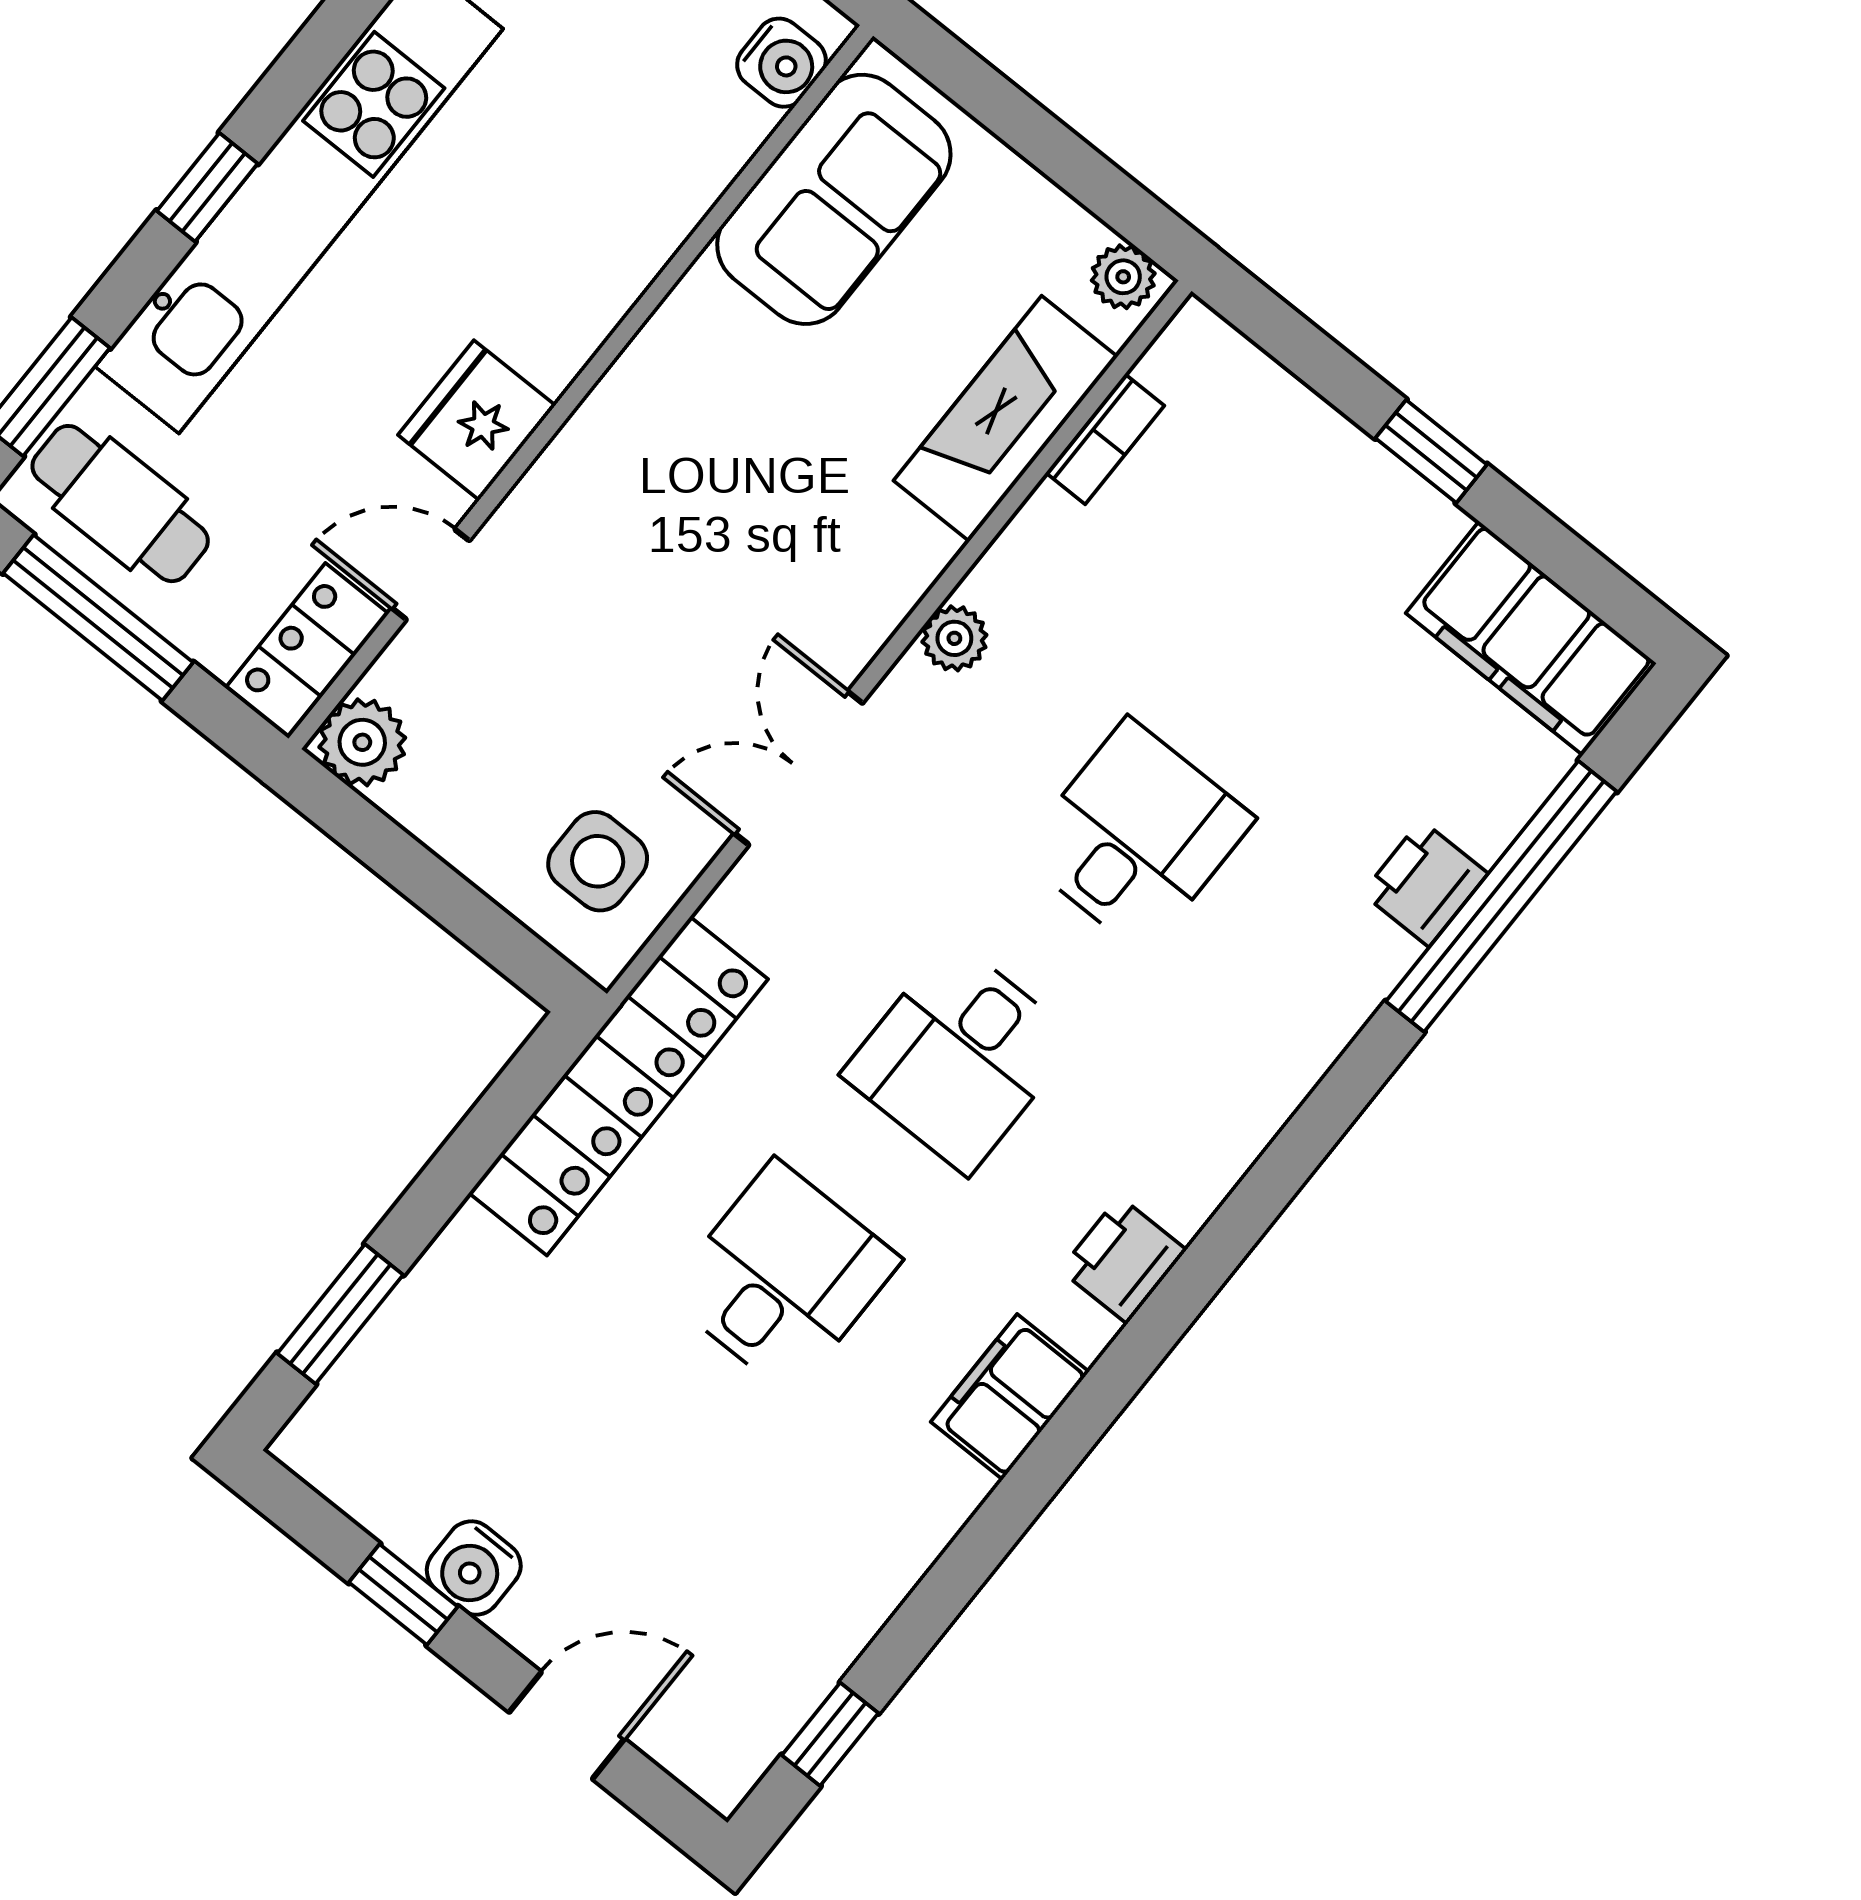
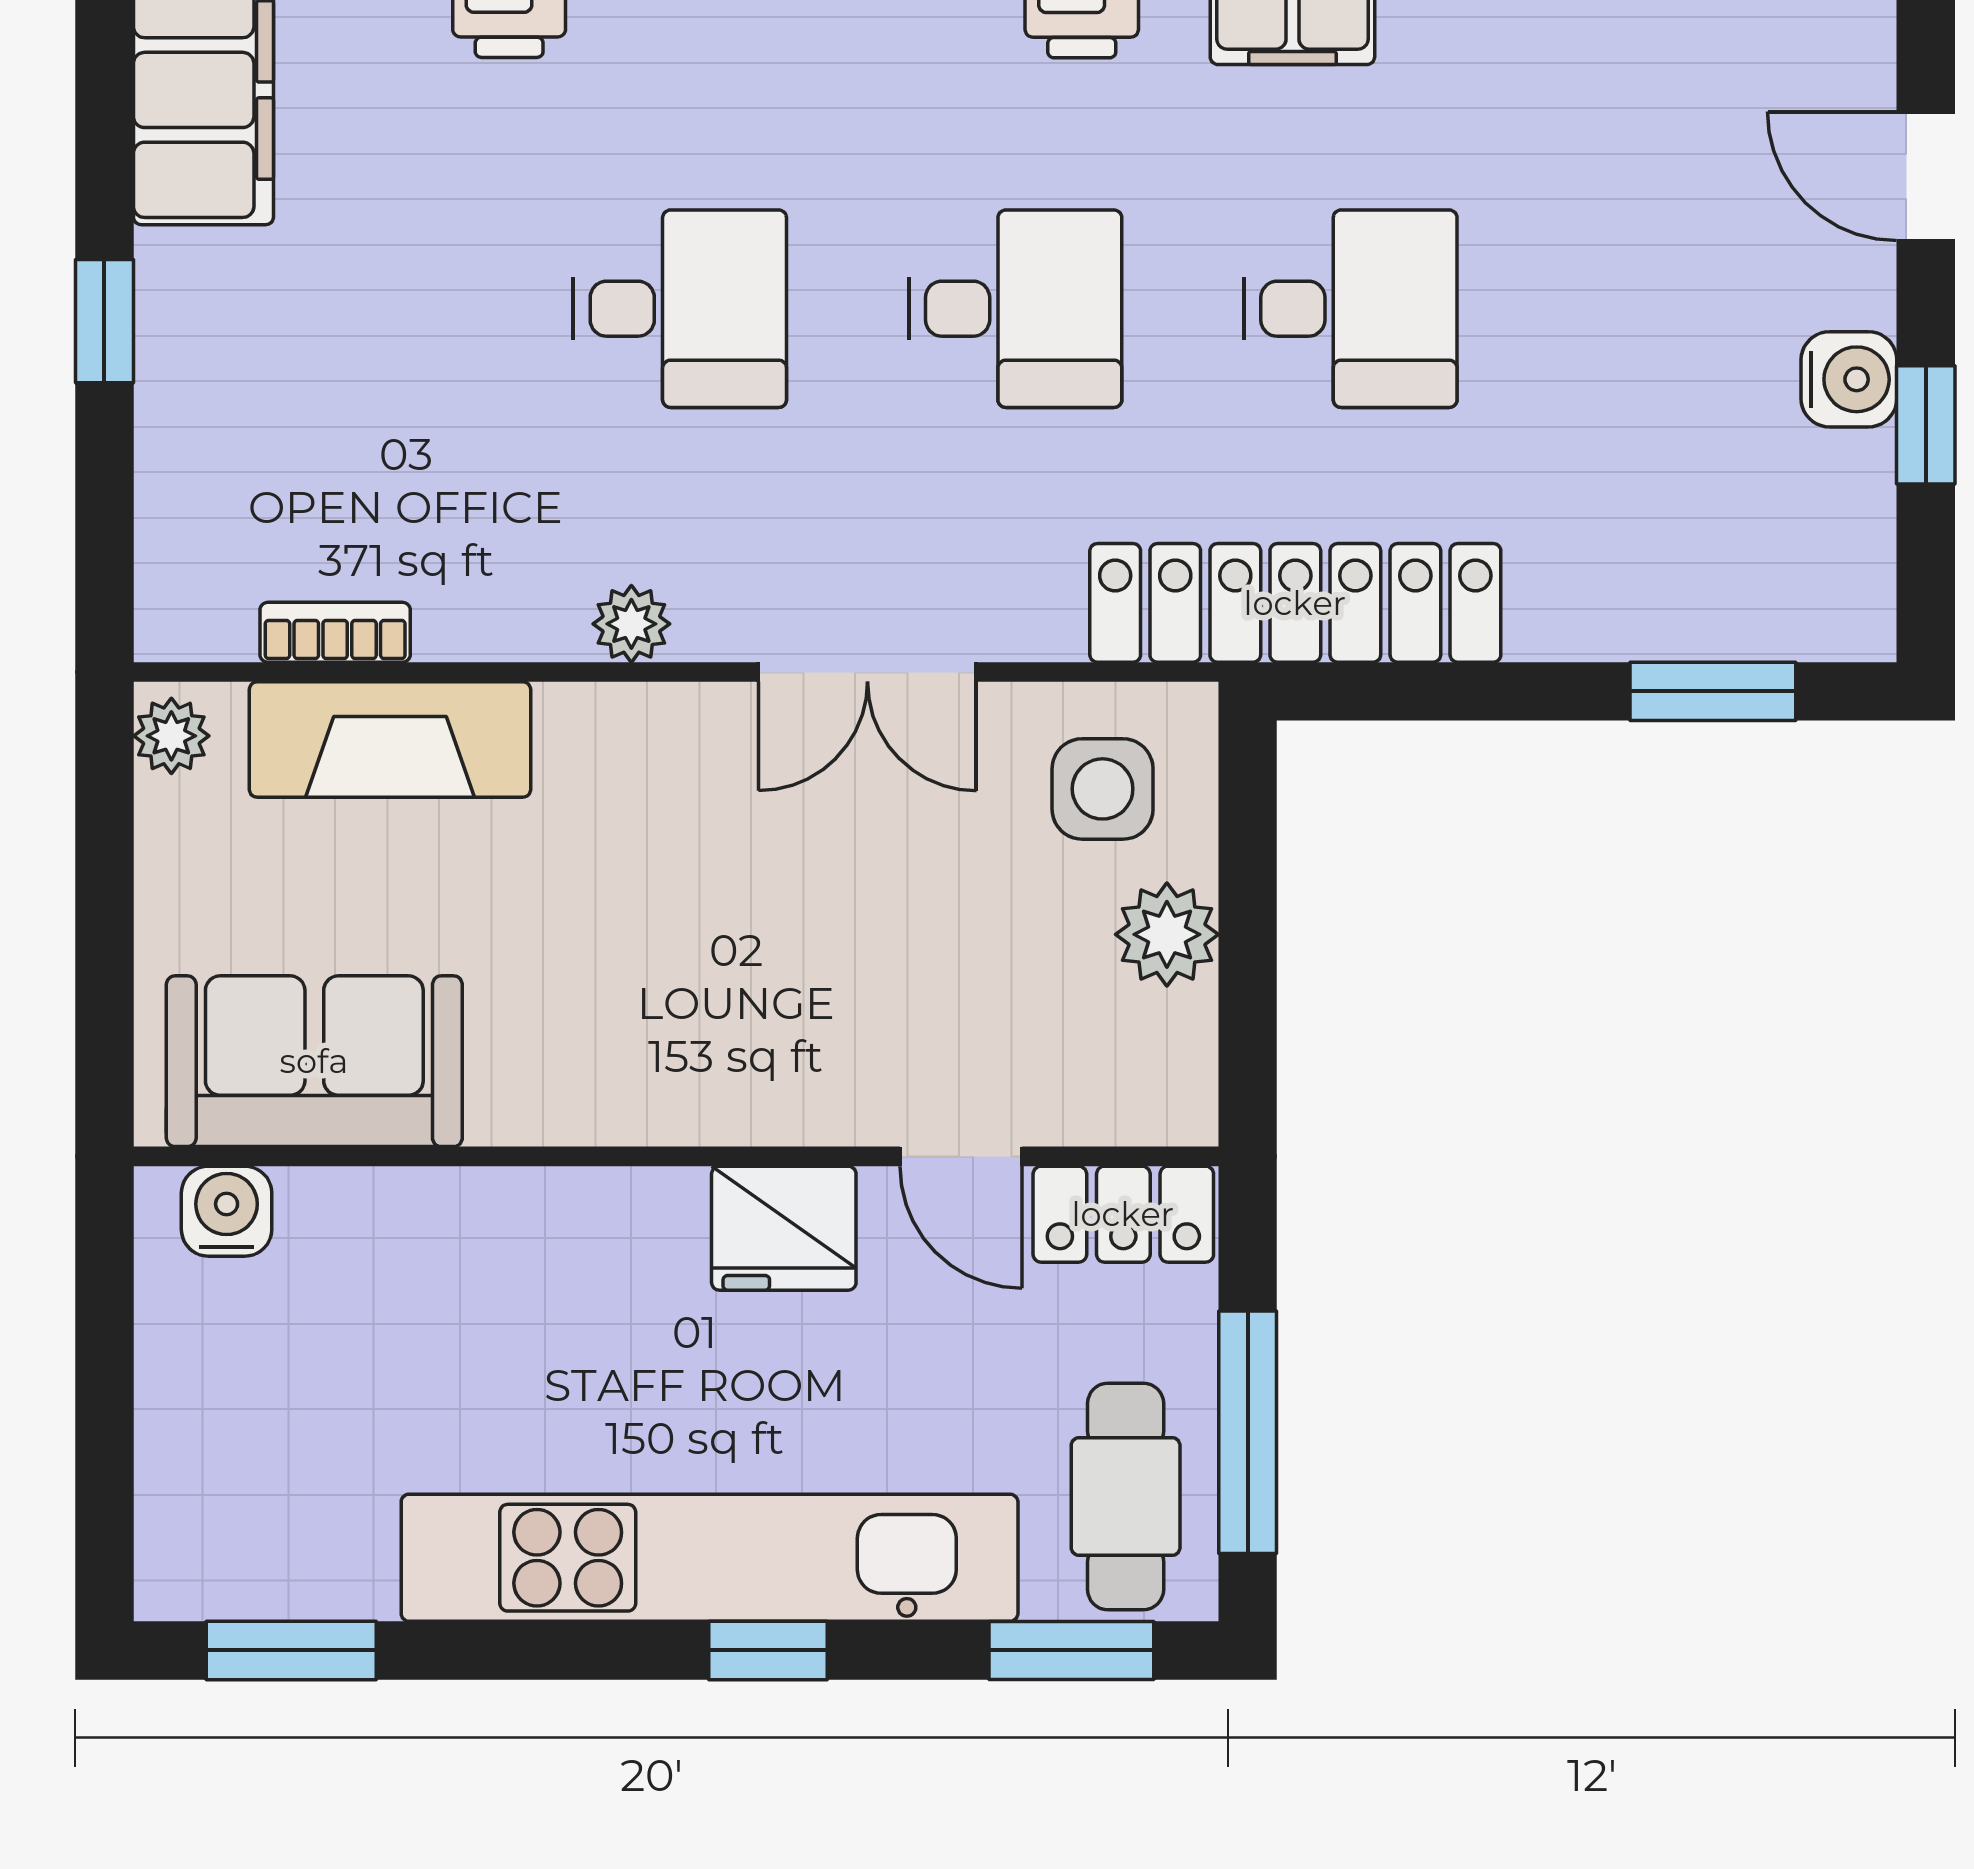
plant: (362, 742) -> (1167, 934), moved
desk: (1136, 836) -> (680, 309), turned 180
desk: (783, 1277) -> (1350, 309), turned 180

